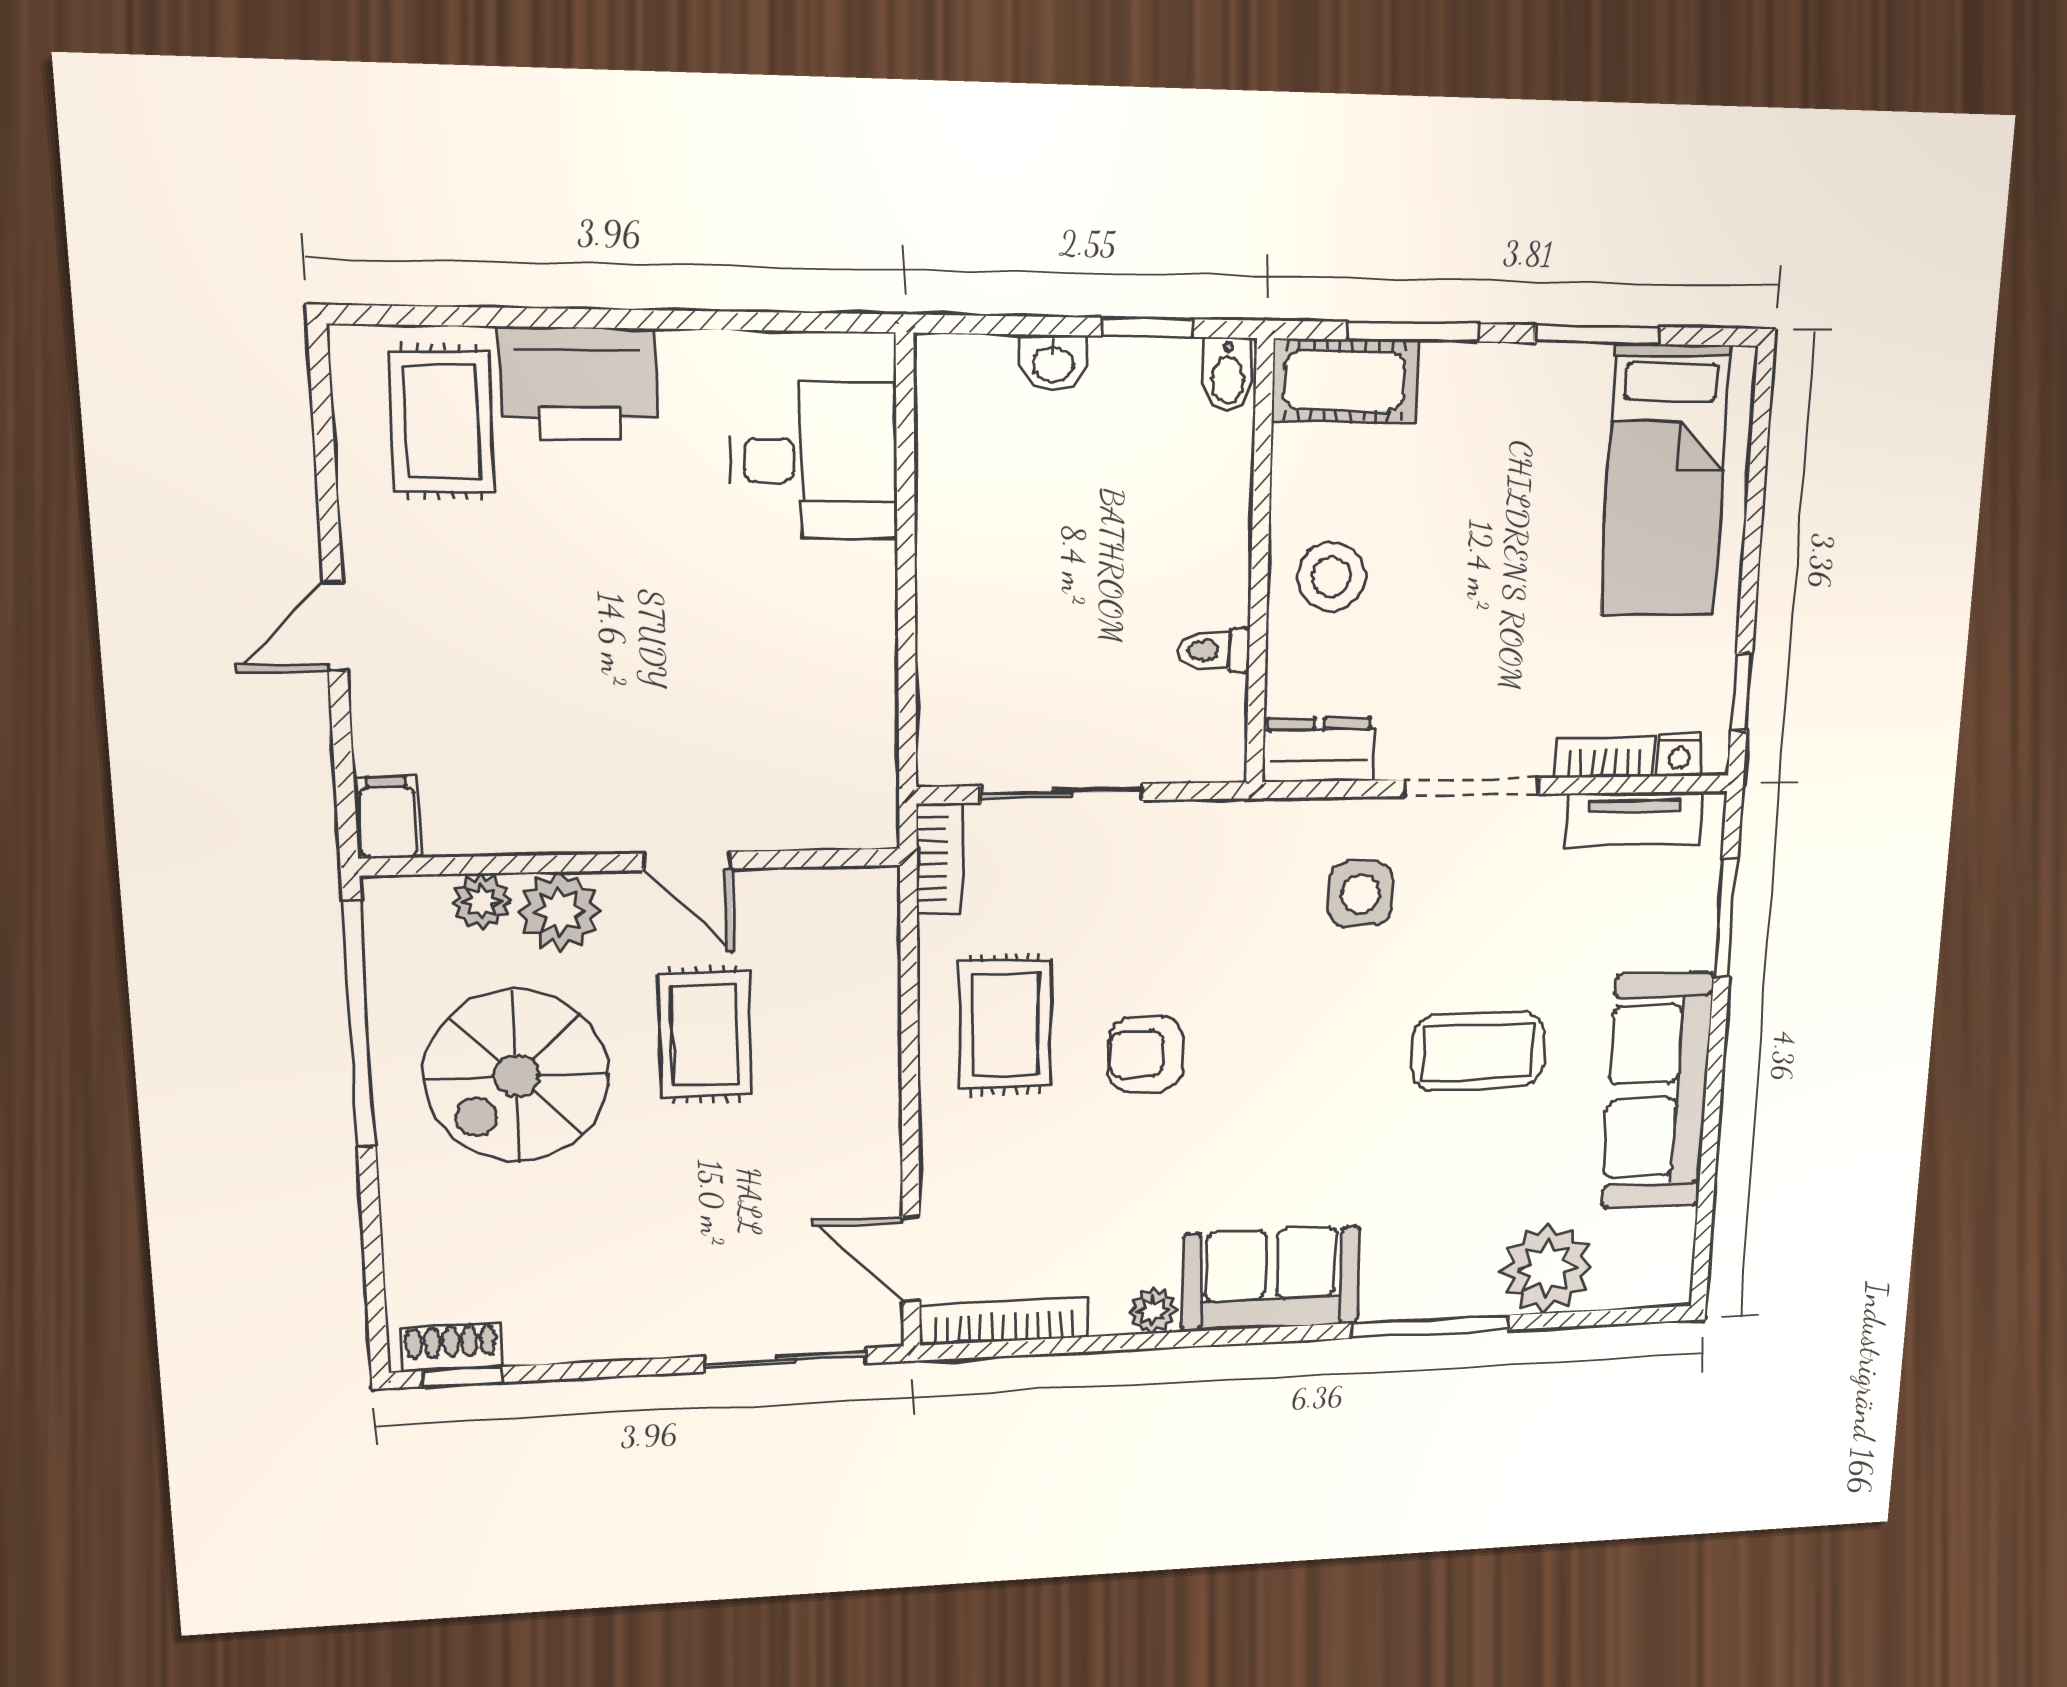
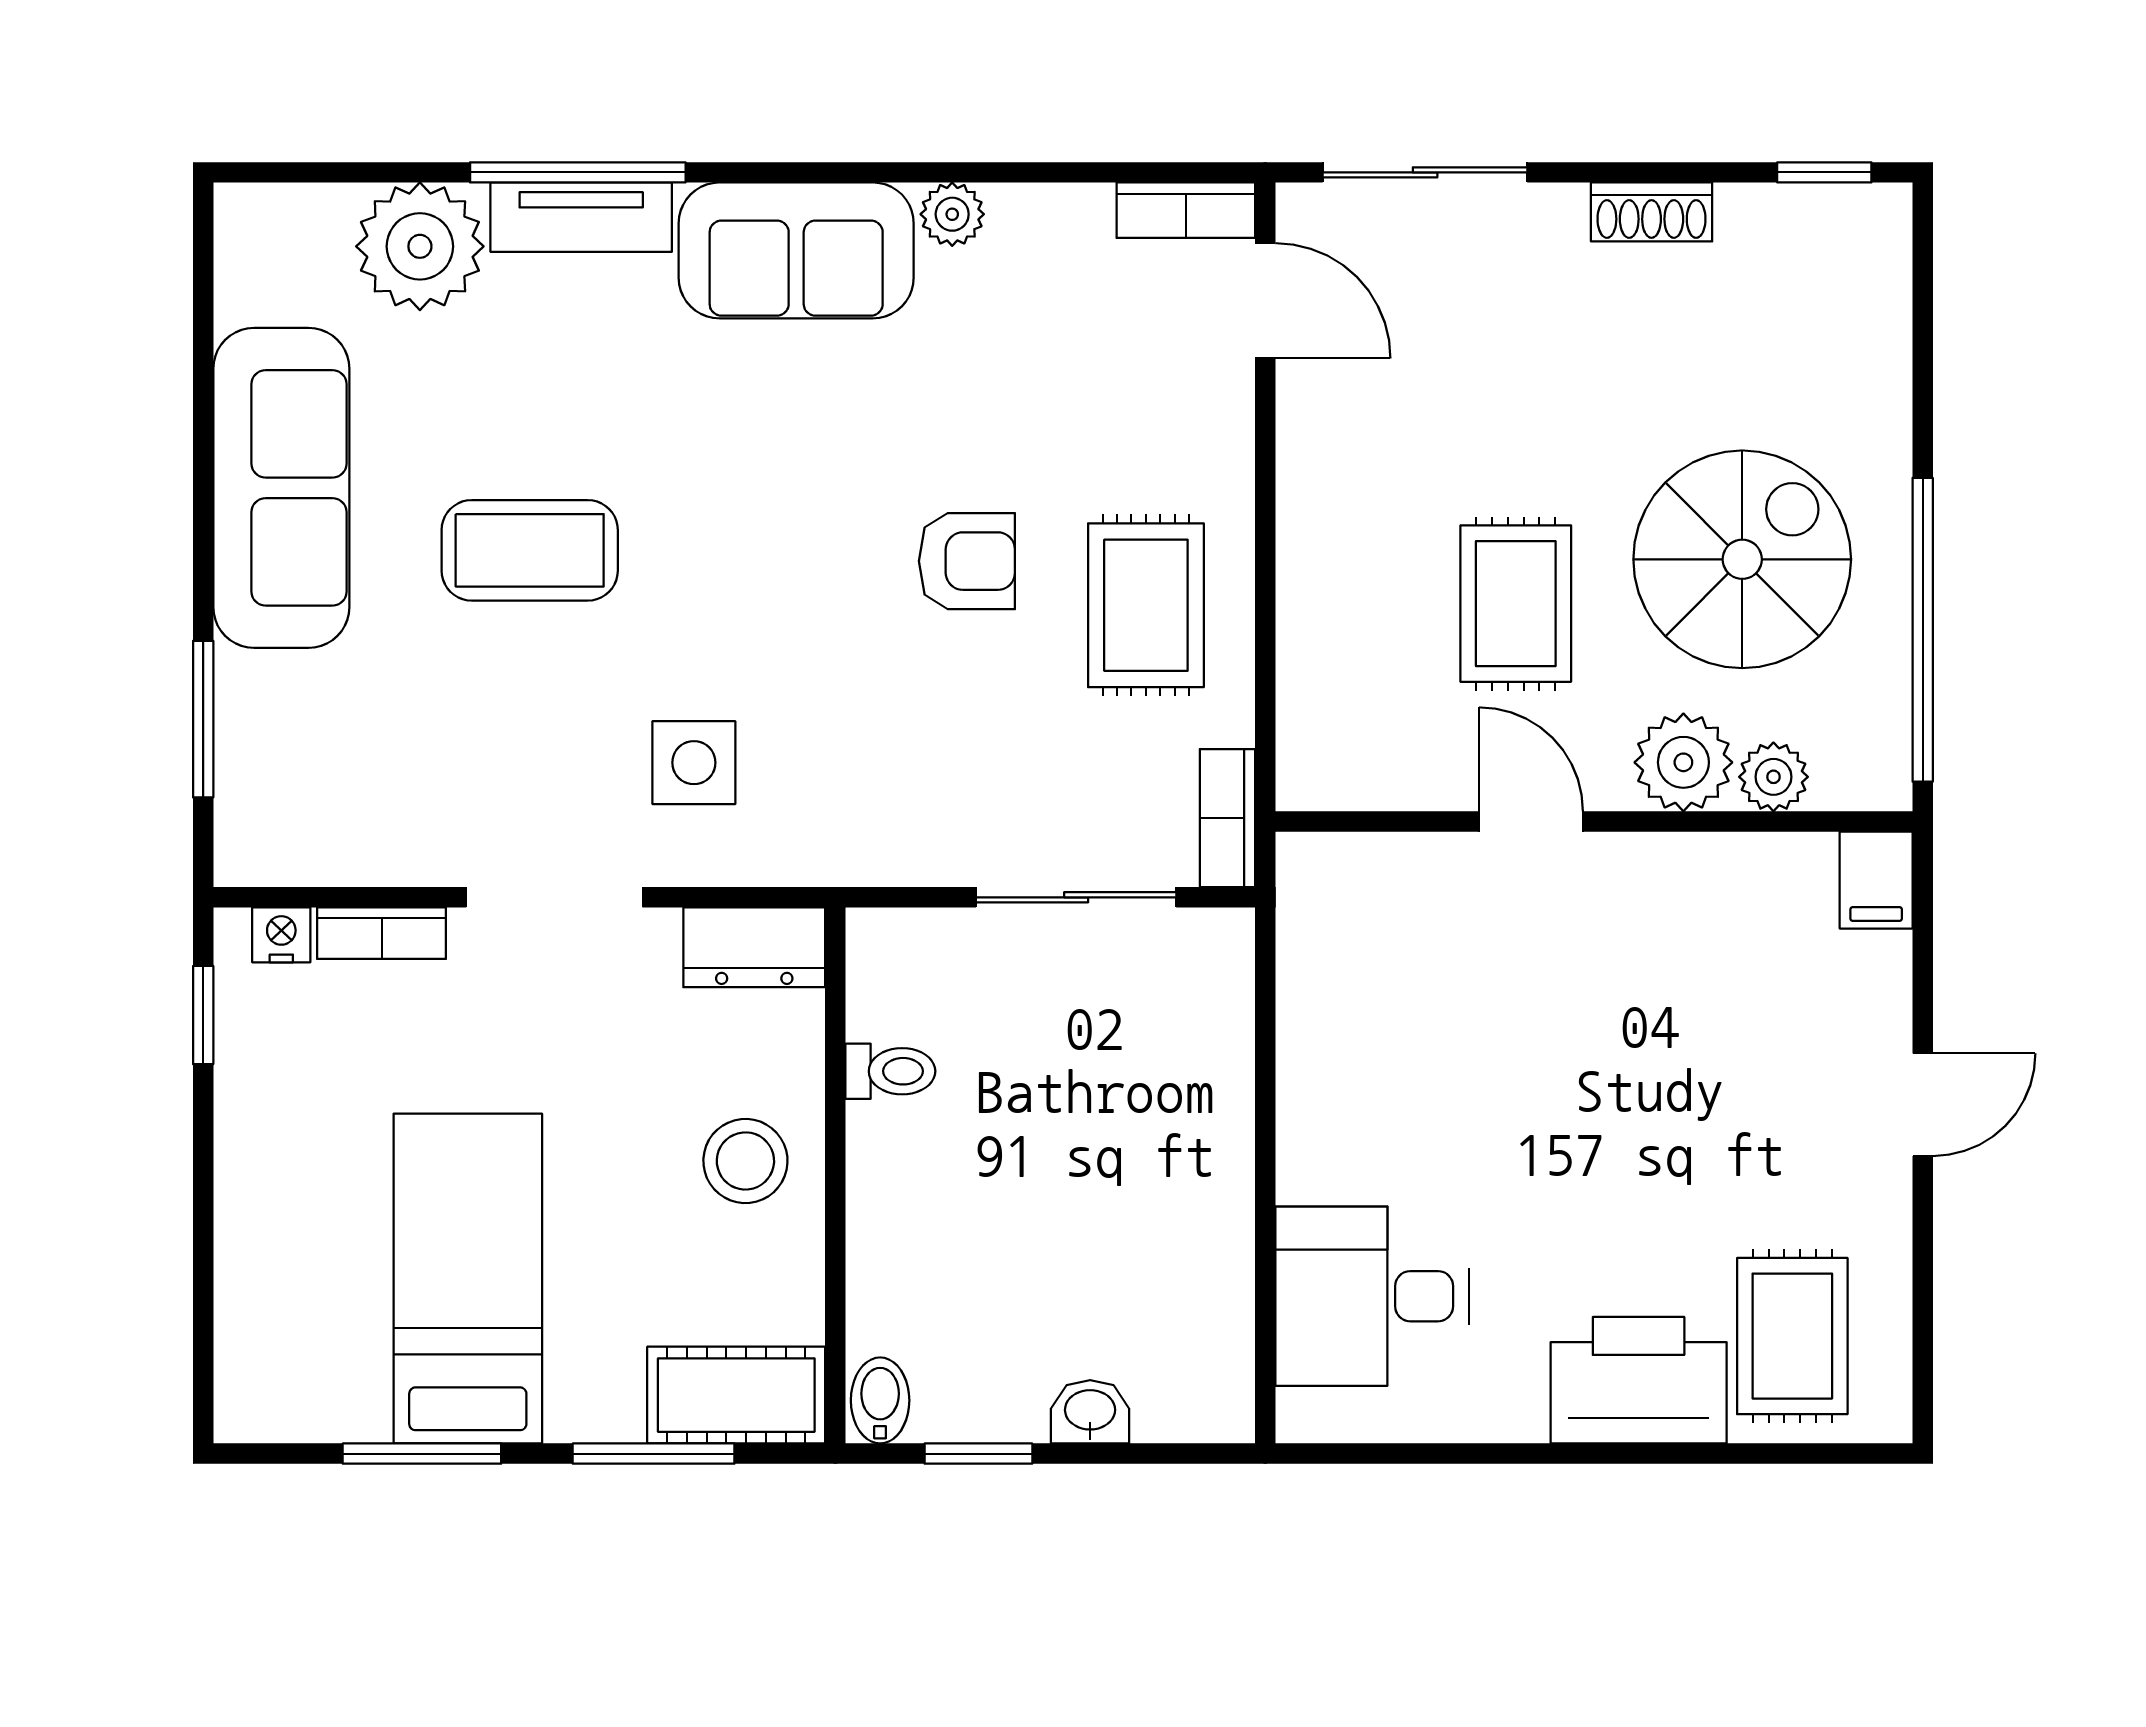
bed: (1665, 481) -> (468, 1279), moved
tv unit: (1634, 819) -> (581, 217), moved, turned 180
bookcase: (1004, 1321) -> (1186, 210), width x0.64
shoe rack: (451, 1347) -> (1652, 212), moved

